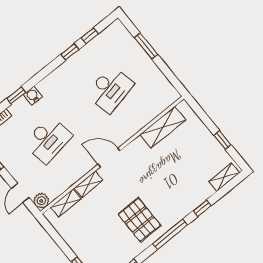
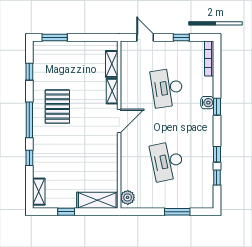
window: (16, 95) -> (217, 107), moved
shelving: (163, 127) -> (97, 200), moved, turned 90
plant: (41, 201) -> (128, 197), moved
pallet: (139, 220) -> (57, 107), turned 90

